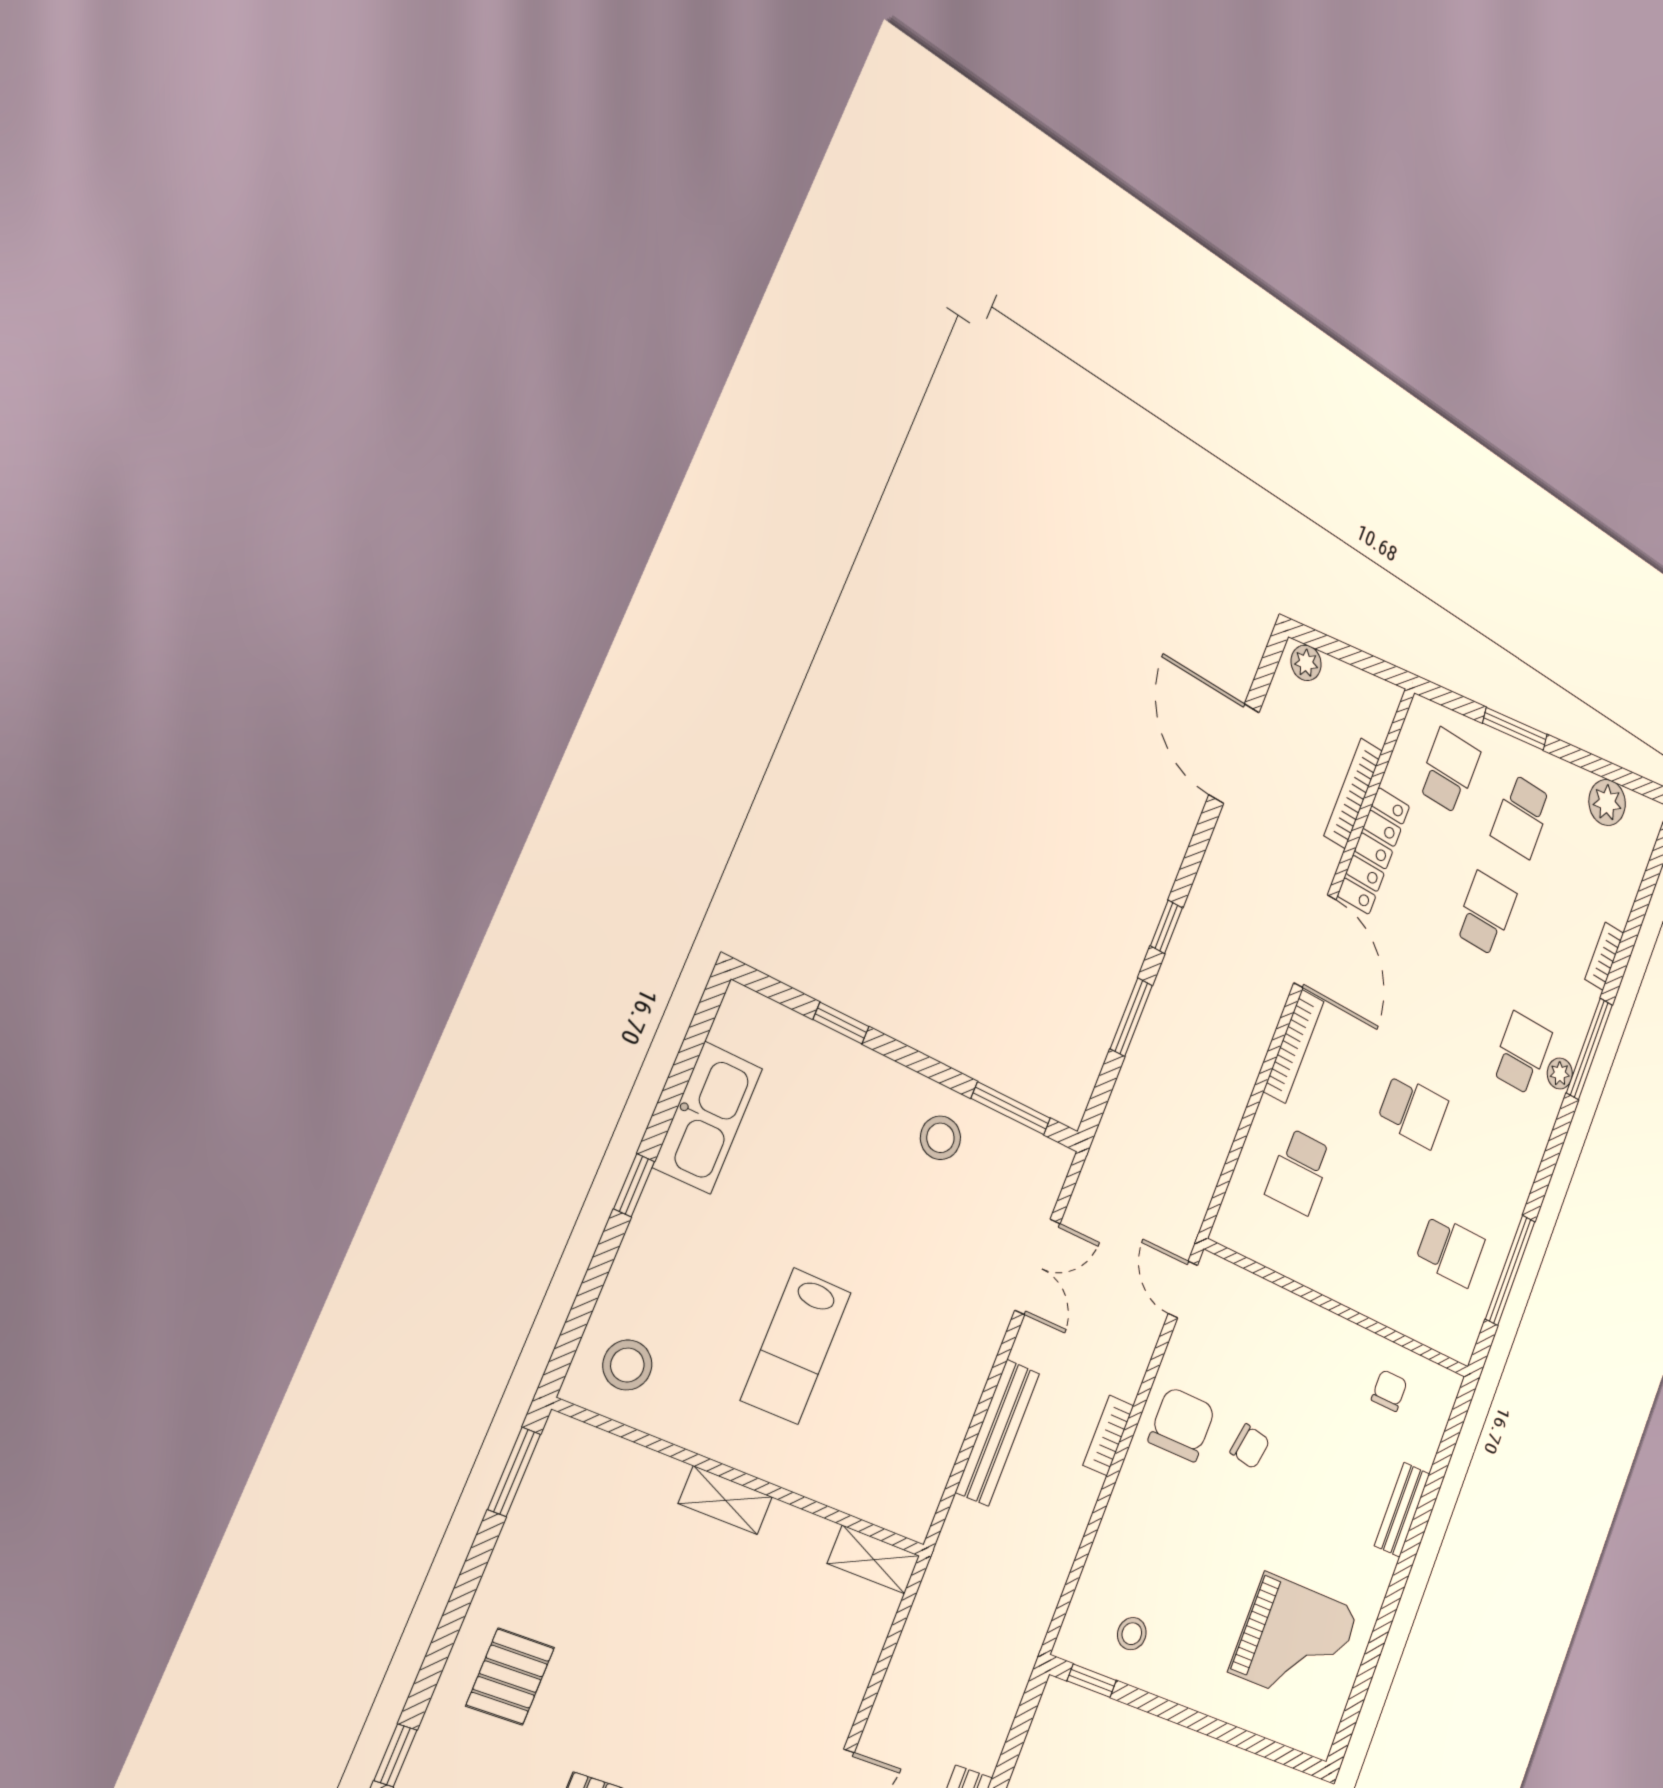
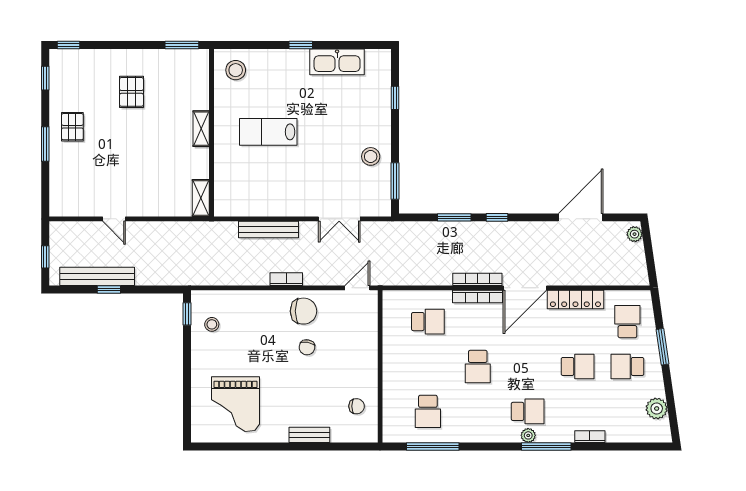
school desk: (1449, 771) -> (627, 322), turned -90
bookcase: (1353, 793) -> (477, 279), moved
school desk: (1299, 1172) -> (428, 322), turned 180
pallet: (510, 1677) -> (131, 92), moved, turned 90

